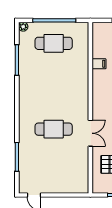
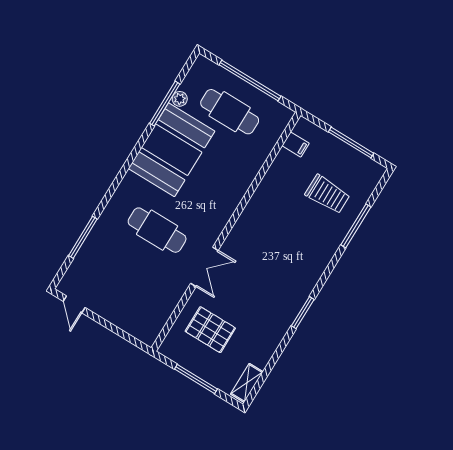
plant: (23, 27) -> (180, 99), moved
filing cabinet: (99, 64) -> (296, 144), moved
booth: (35, 82) -> (172, 150), added

